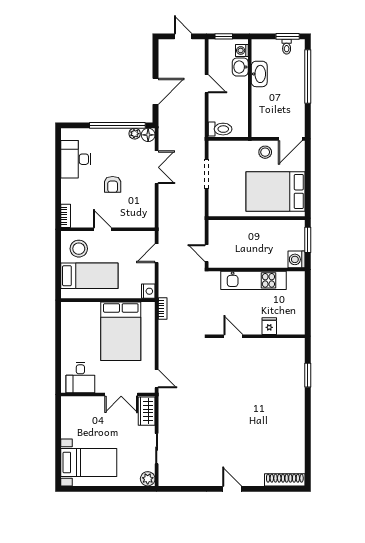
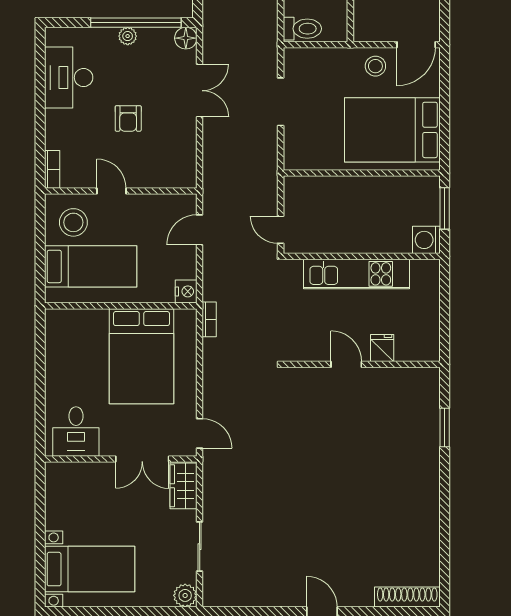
plant: (135, 134) -> (128, 36), moved
door: (233, 336) -> (346, 364), moved

